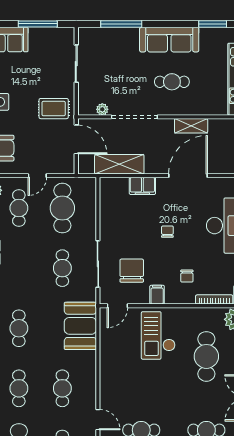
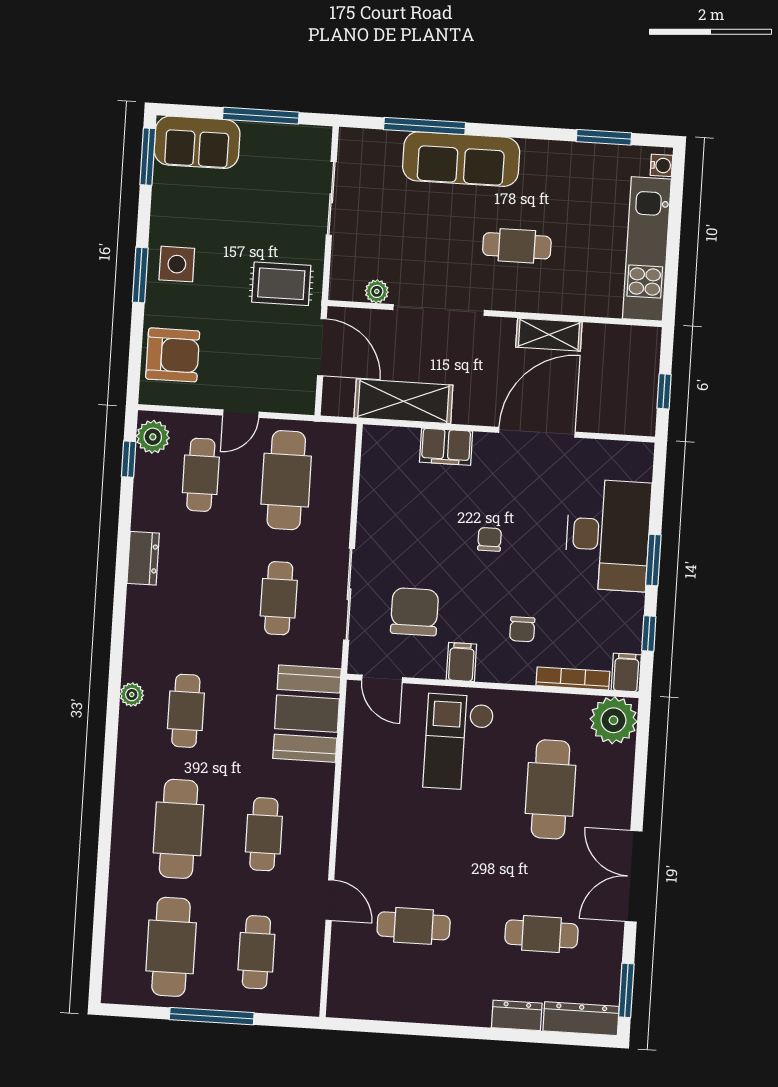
sofa: (169, 40) -> (461, 159), moved
door: (117, 306) -> (382, 679), hinge flipped
cafe table: (19, 388) -> (179, 829), width x1.37, depth x1.35

